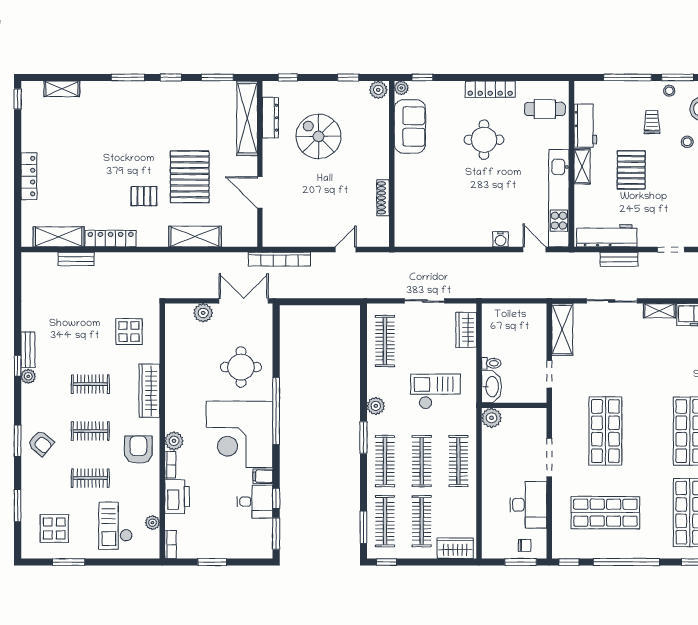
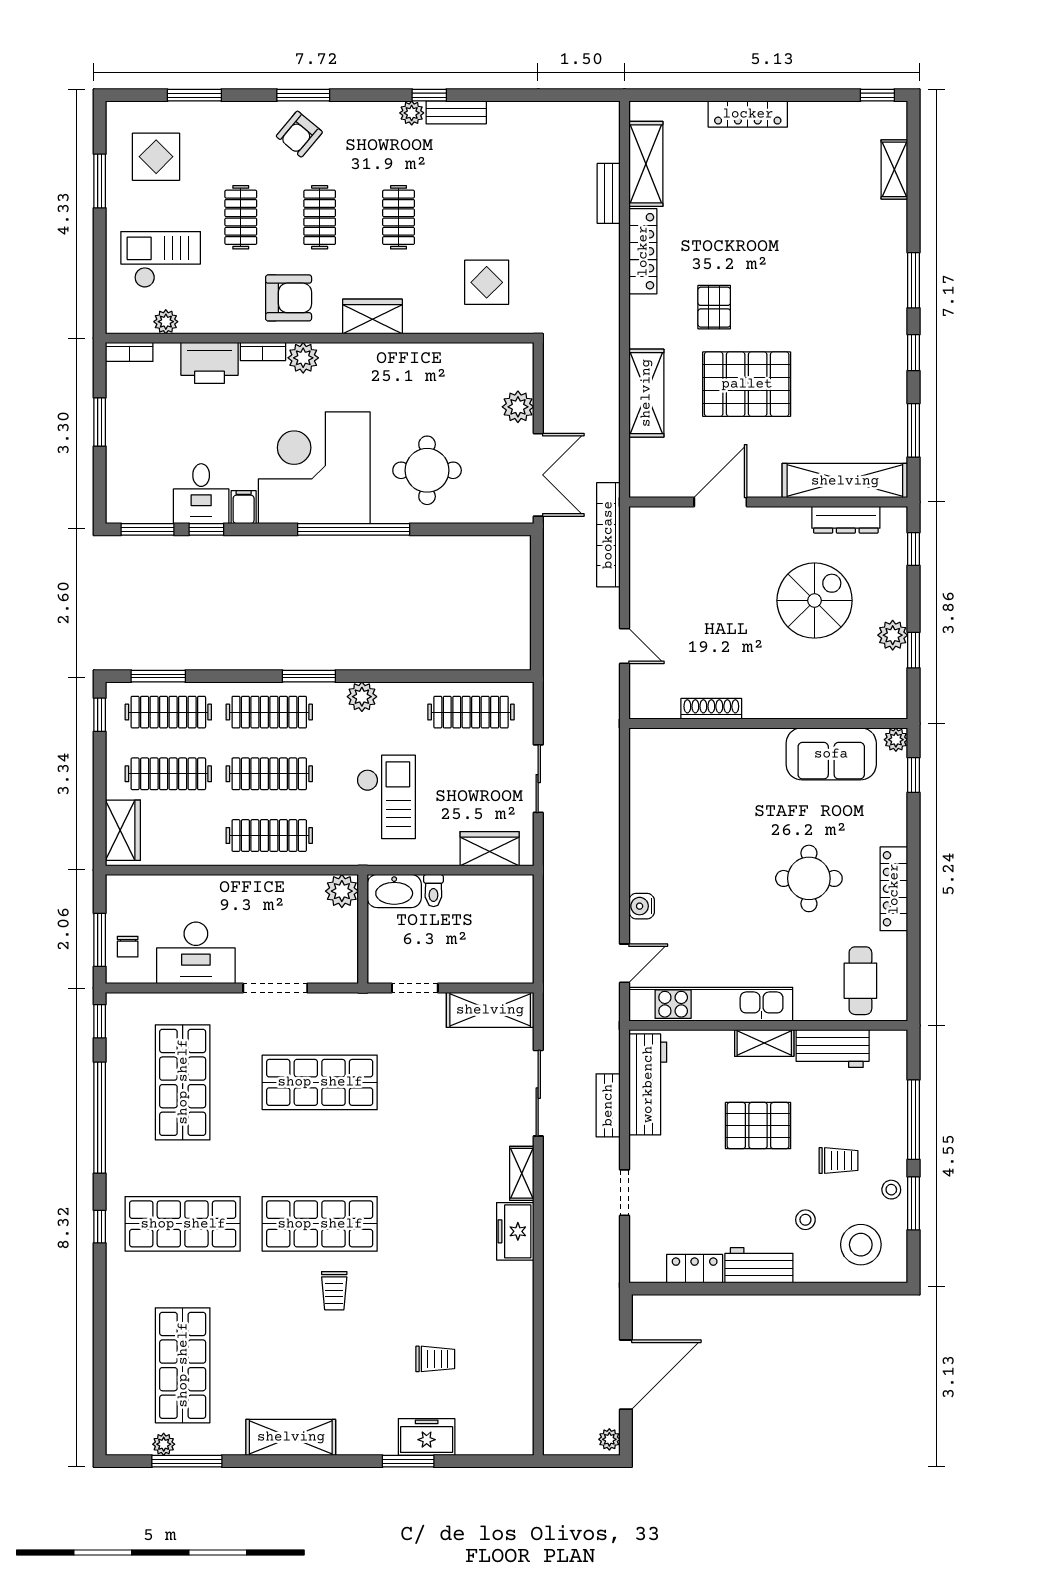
plant: (378, 90) -> (893, 635), moved
wardrobe: (149, 391) -> (372, 316), width x0.67

